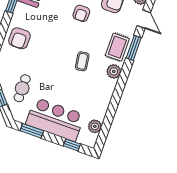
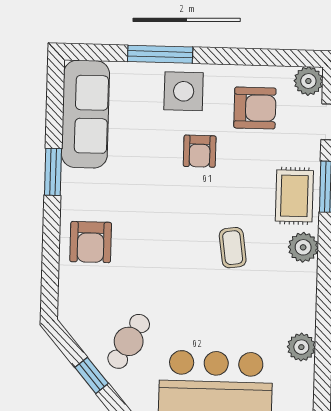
cafe table: (22, 88) -> (129, 341), turned 30
plant: (95, 126) -> (301, 347), moved

